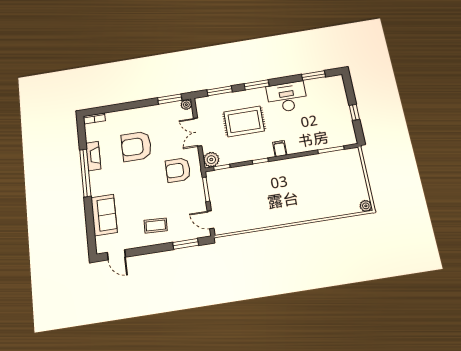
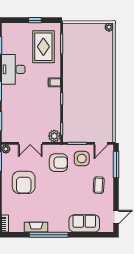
rug: (244, 121) -> (43, 47), moved
armchair: (136, 146) -> (24, 182), moved
armchair: (178, 170) -> (58, 163), turned -90
side table: (187, 198) -> (82, 159), added
window: (186, 244) -> (116, 165), width x1.44

